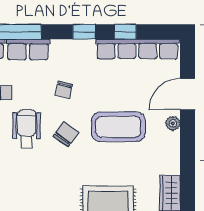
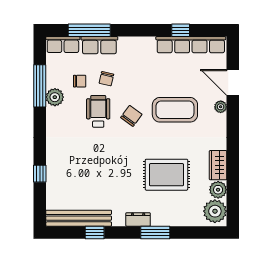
window: (84, 32) -> (146, 30), removed
chair: (64, 90) -> (106, 79), moved
door: (187, 94) -> (233, 82), hinge flipped

